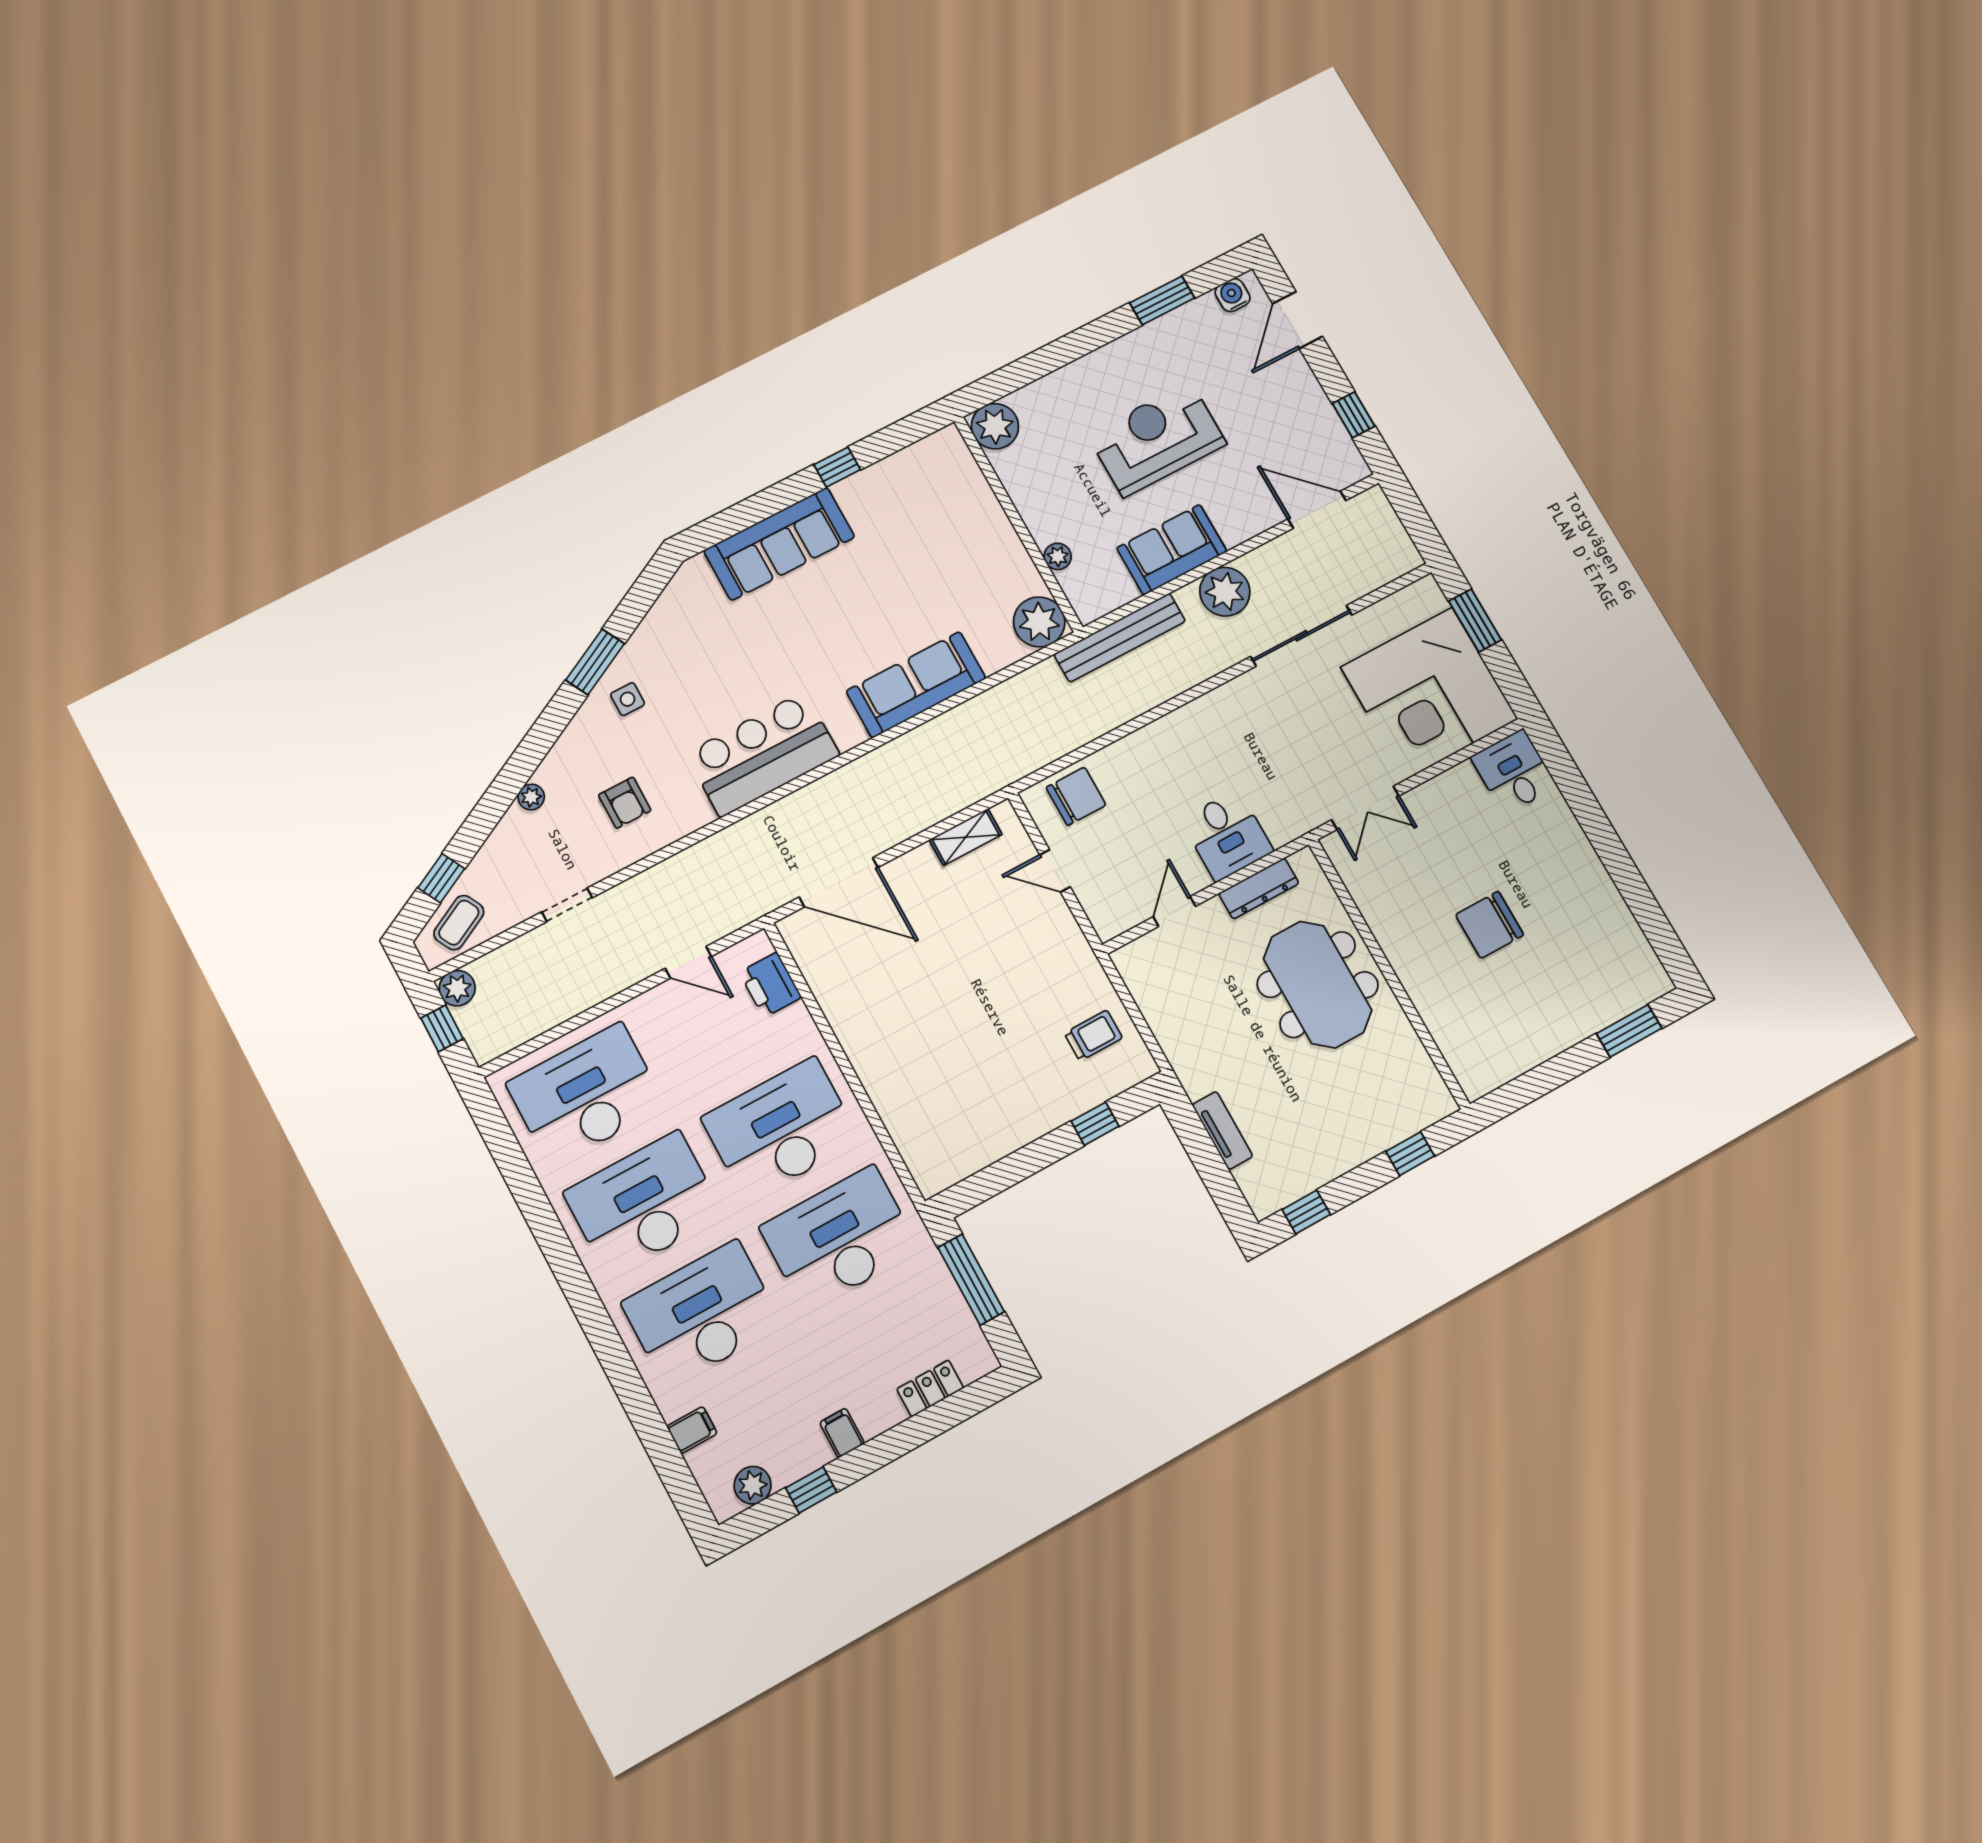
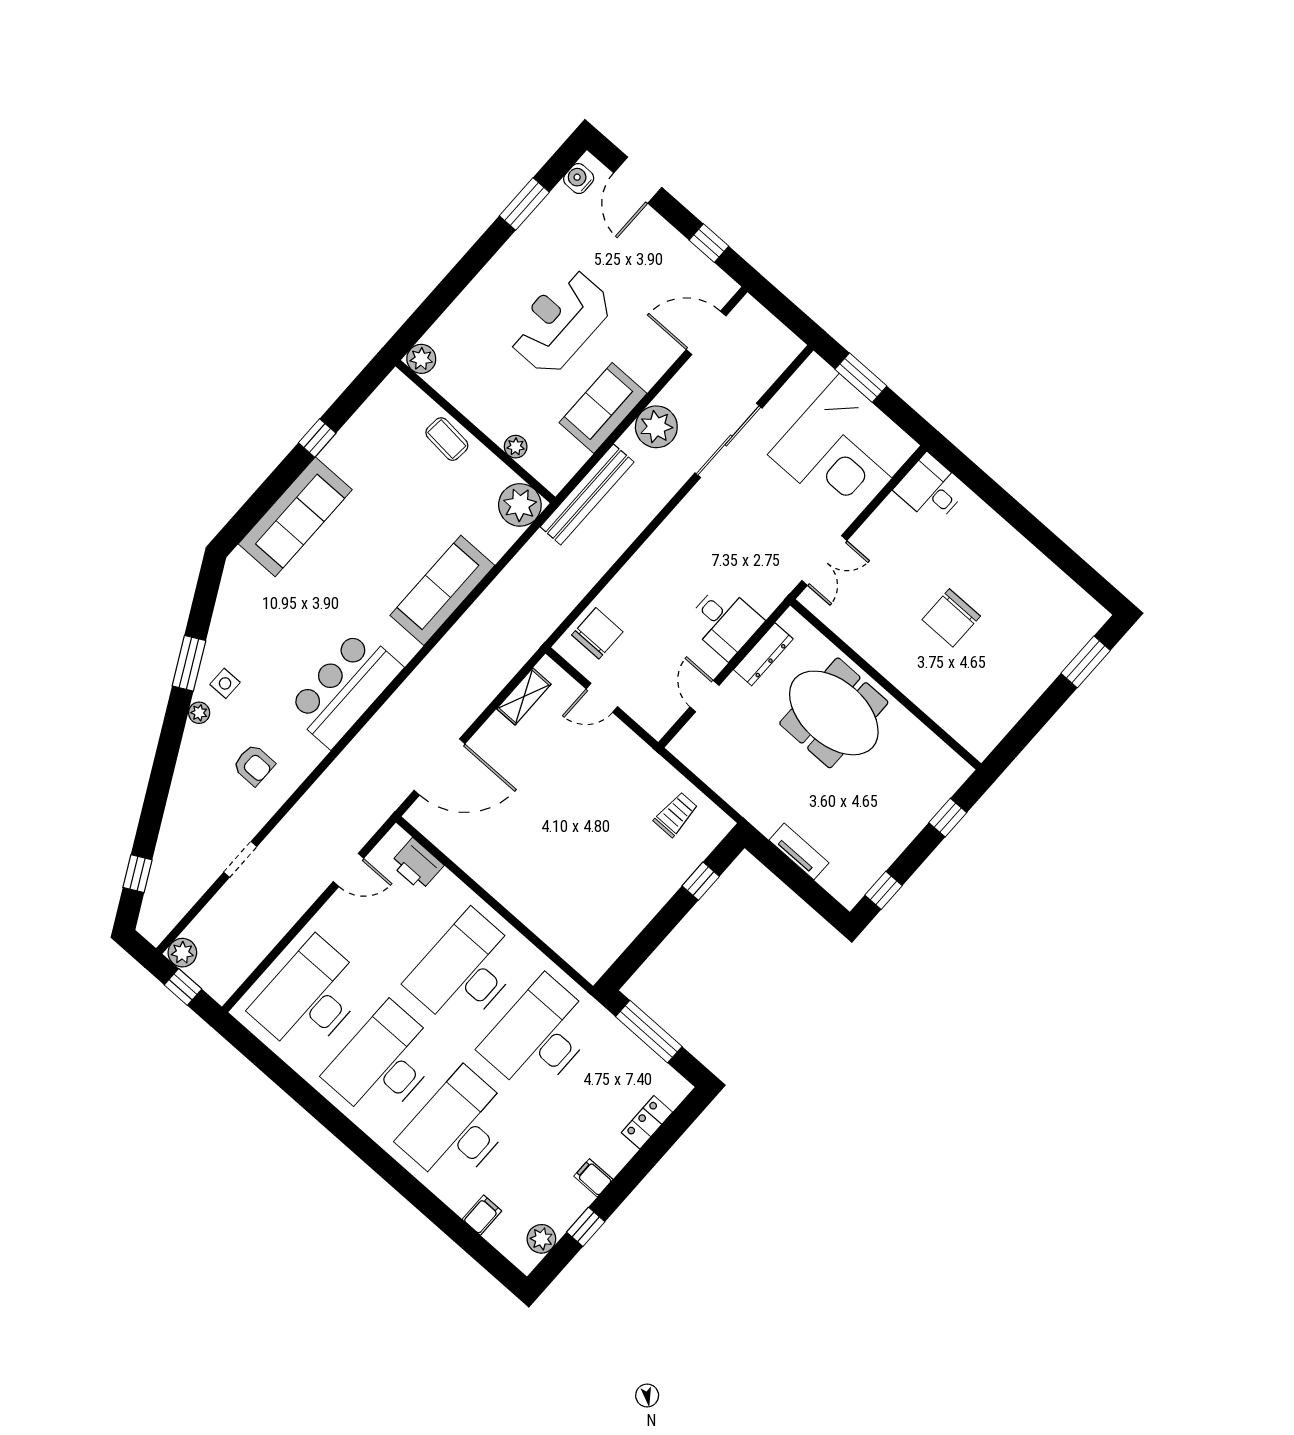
plant: (995, 426) -> (421, 359), width x0.73, depth x0.73
plant: (531, 797) -> (199, 713), moved
coffee table: (459, 923) -> (447, 439), moved, turned -57

